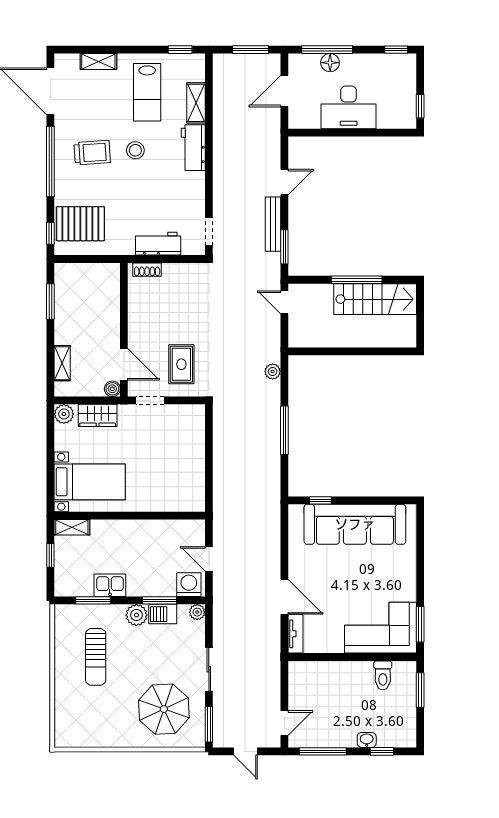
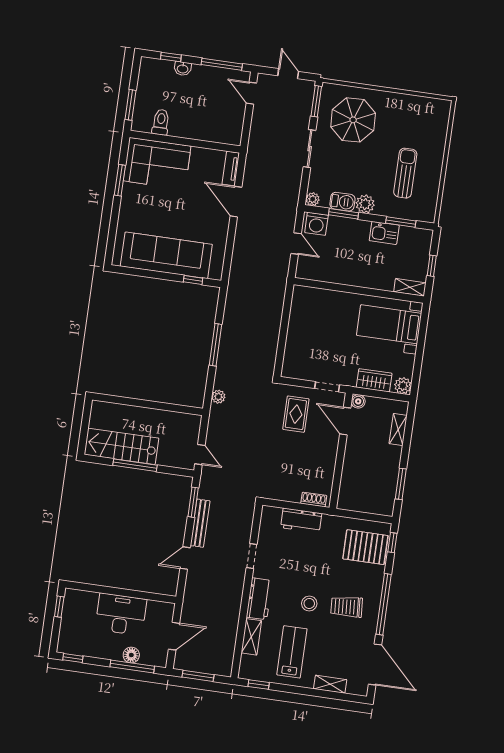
doorway: (209, 231) -> (252, 556), moved
window: (420, 624) -> (120, 180), moved
door: (284, 723) -> (251, 93), hinge flipped

